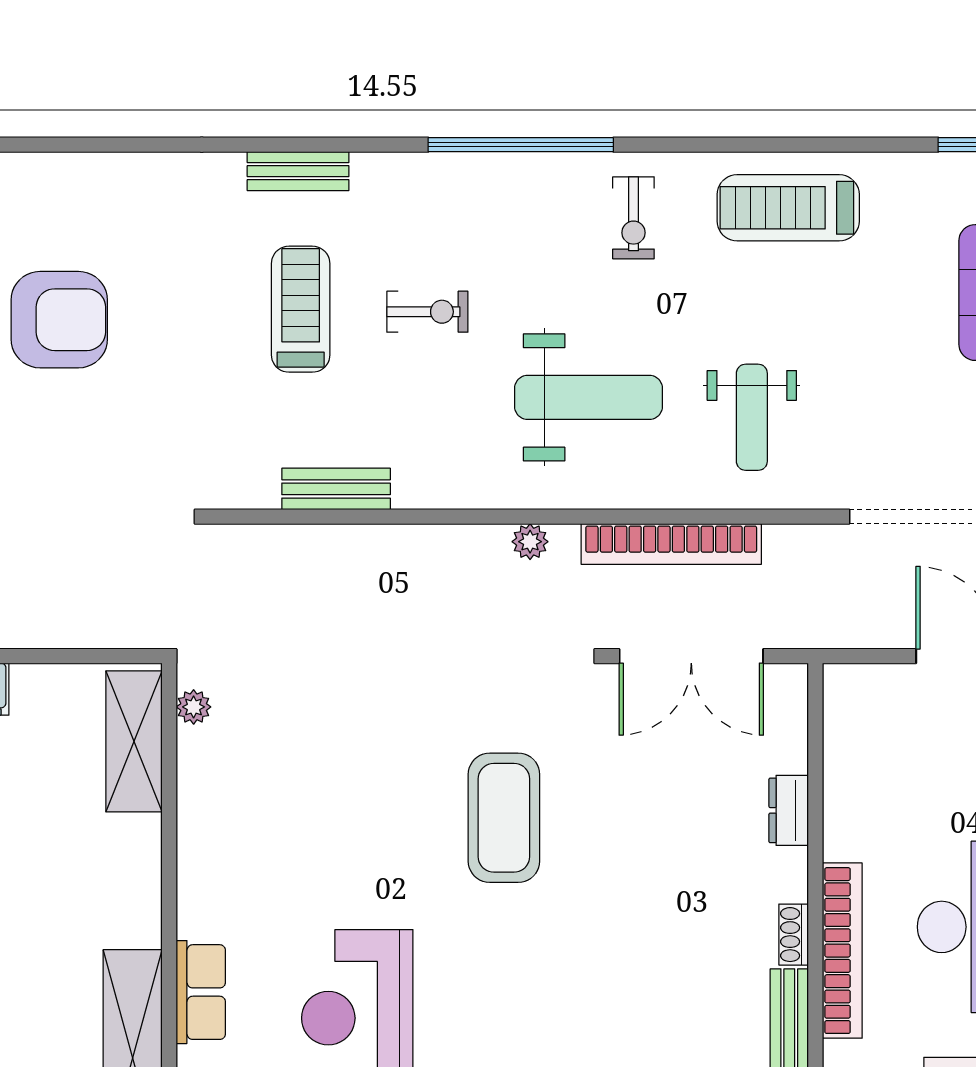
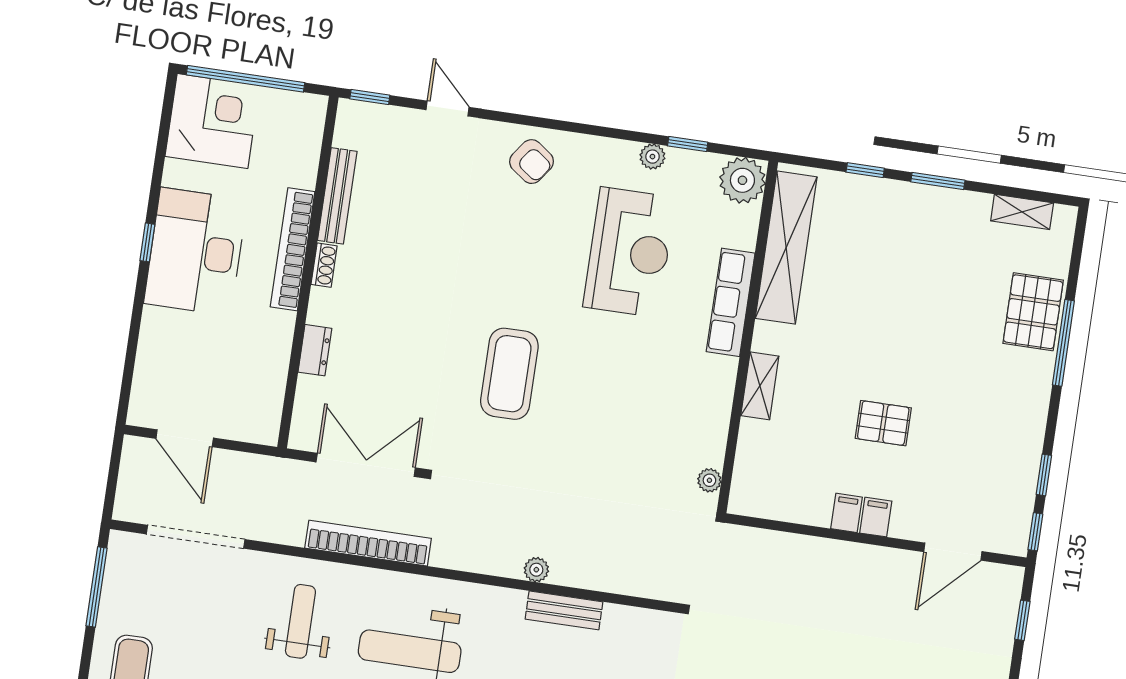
bench: (336, 489) -> (564, 610), moved
plant: (530, 542) -> (536, 570), moved
shelving: (134, 741) -> (760, 386), moved, width x0.67, depth x0.75
row of seats: (201, 992) -> (731, 302), width x1.48

